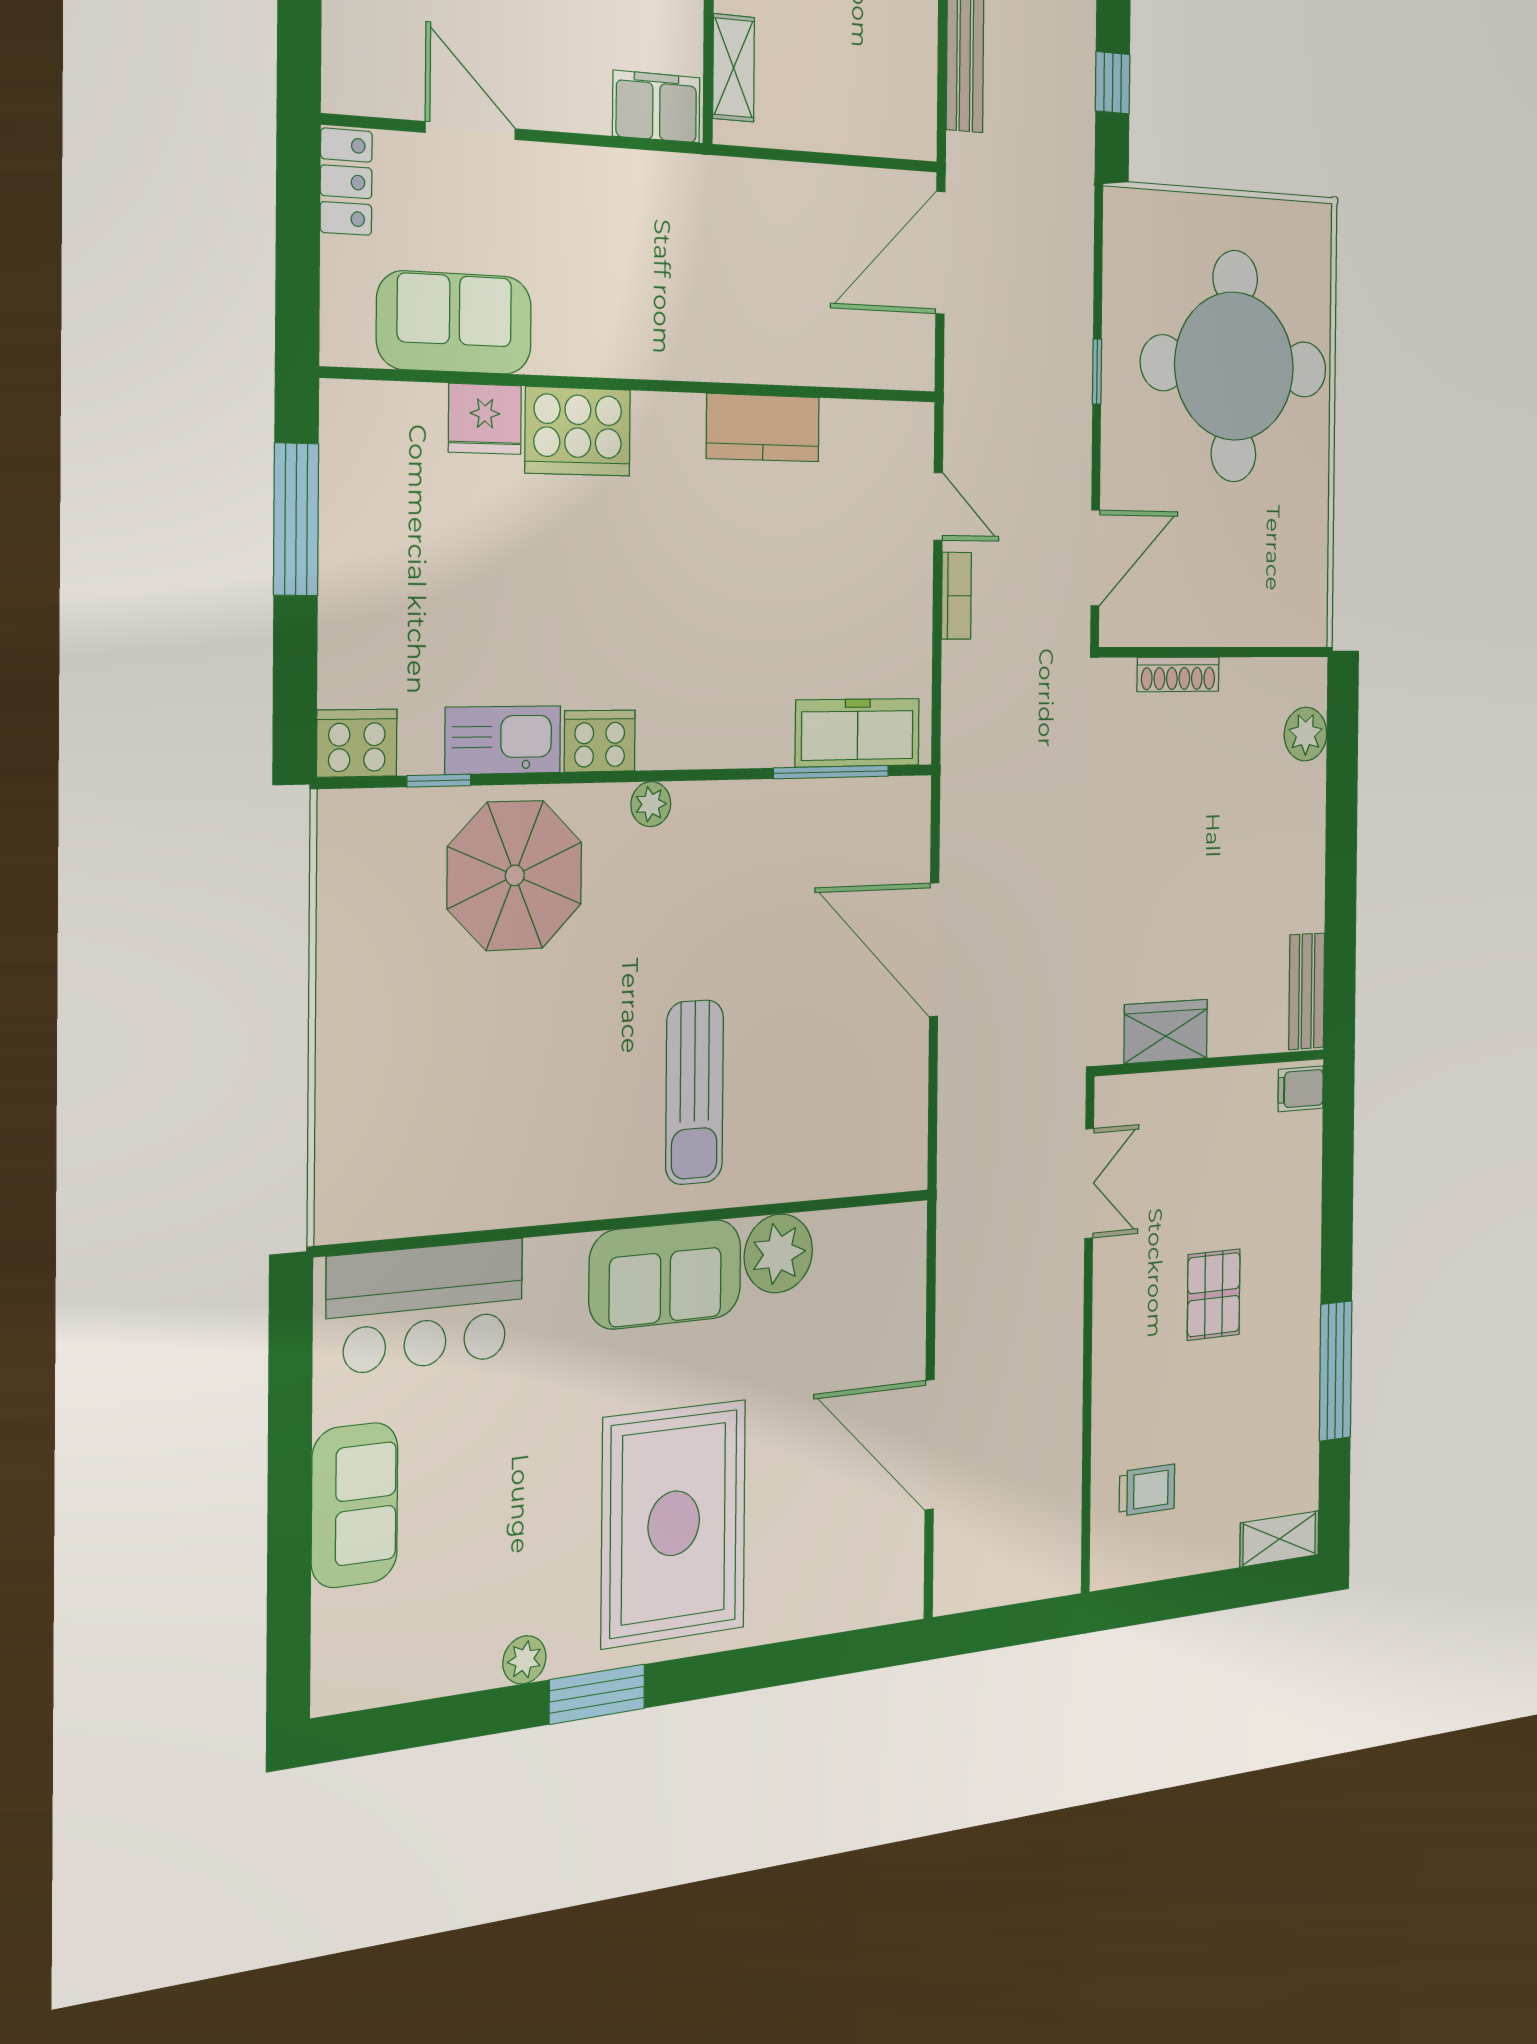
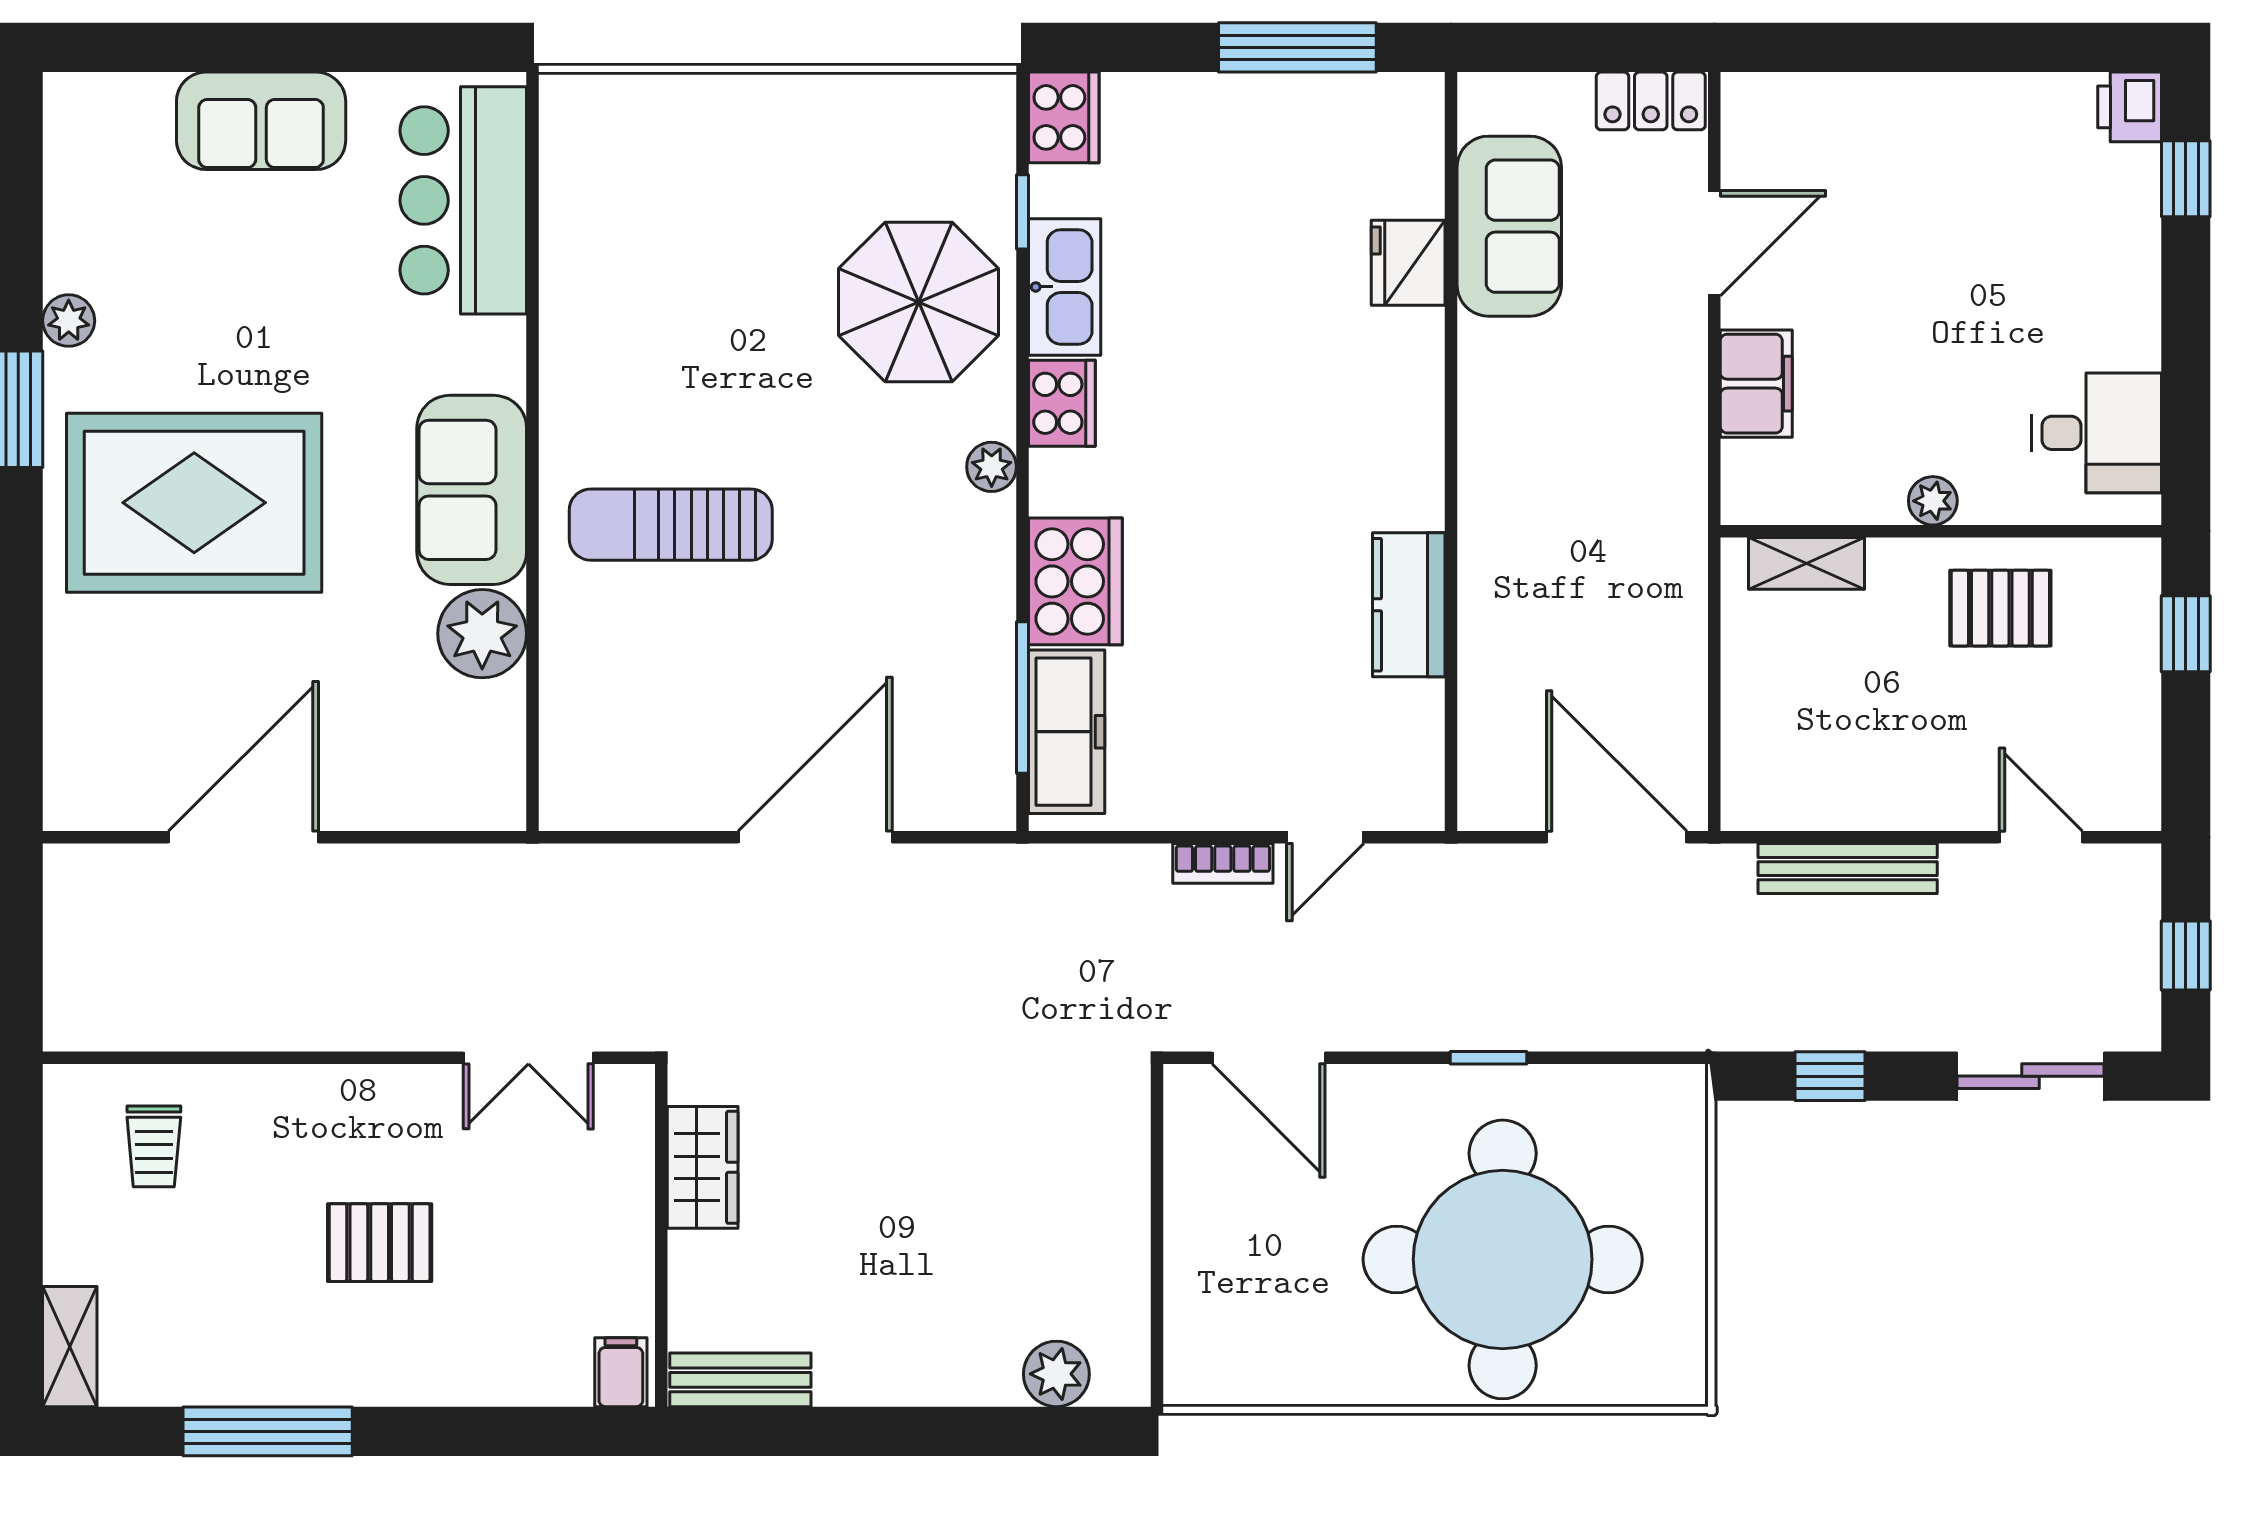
filing cabinet: (656, 107) -> (1756, 384), moved
cooker: (578, 431) -> (1075, 581), moved, turned 180
shoe rack: (1178, 674) -> (1131, 1180), removed

